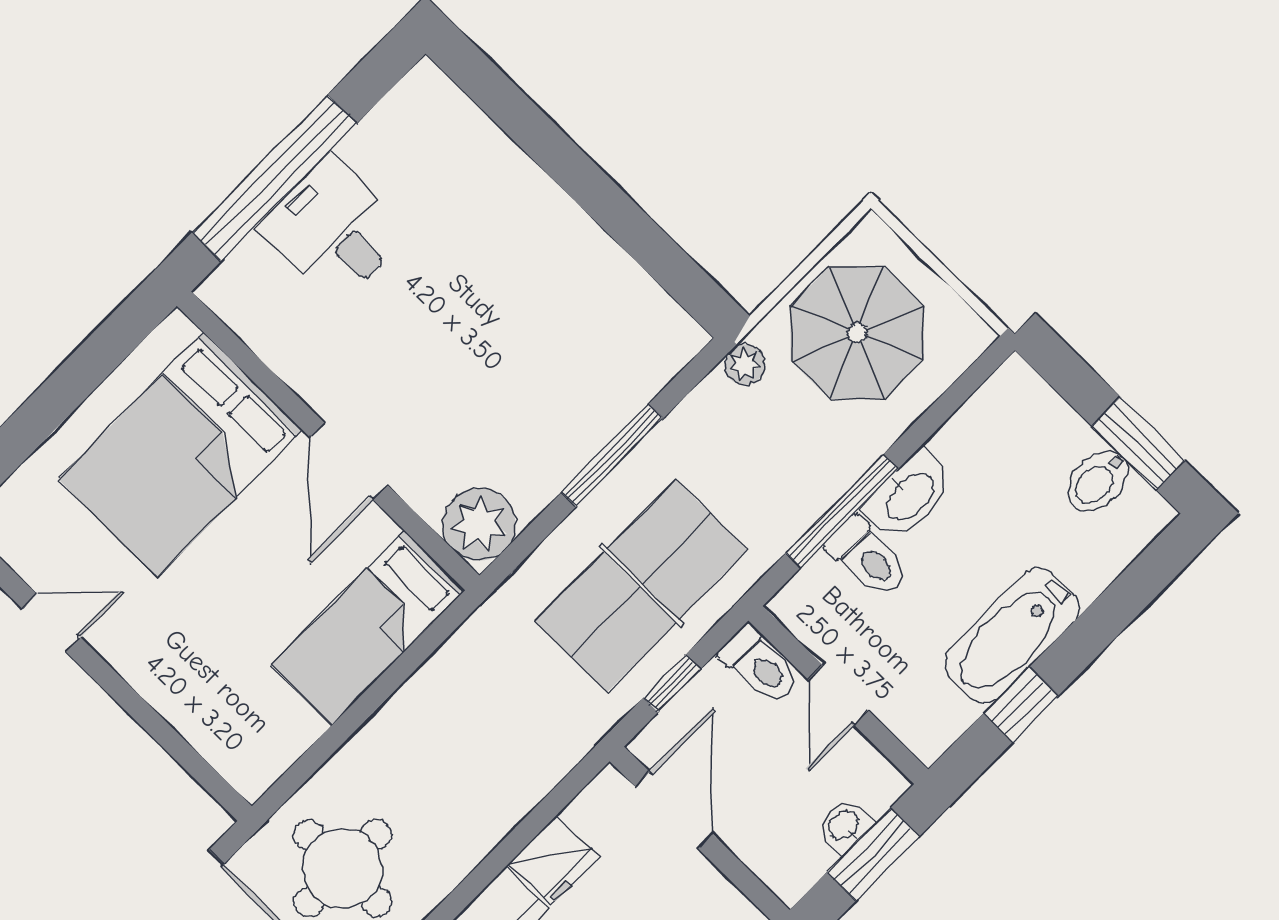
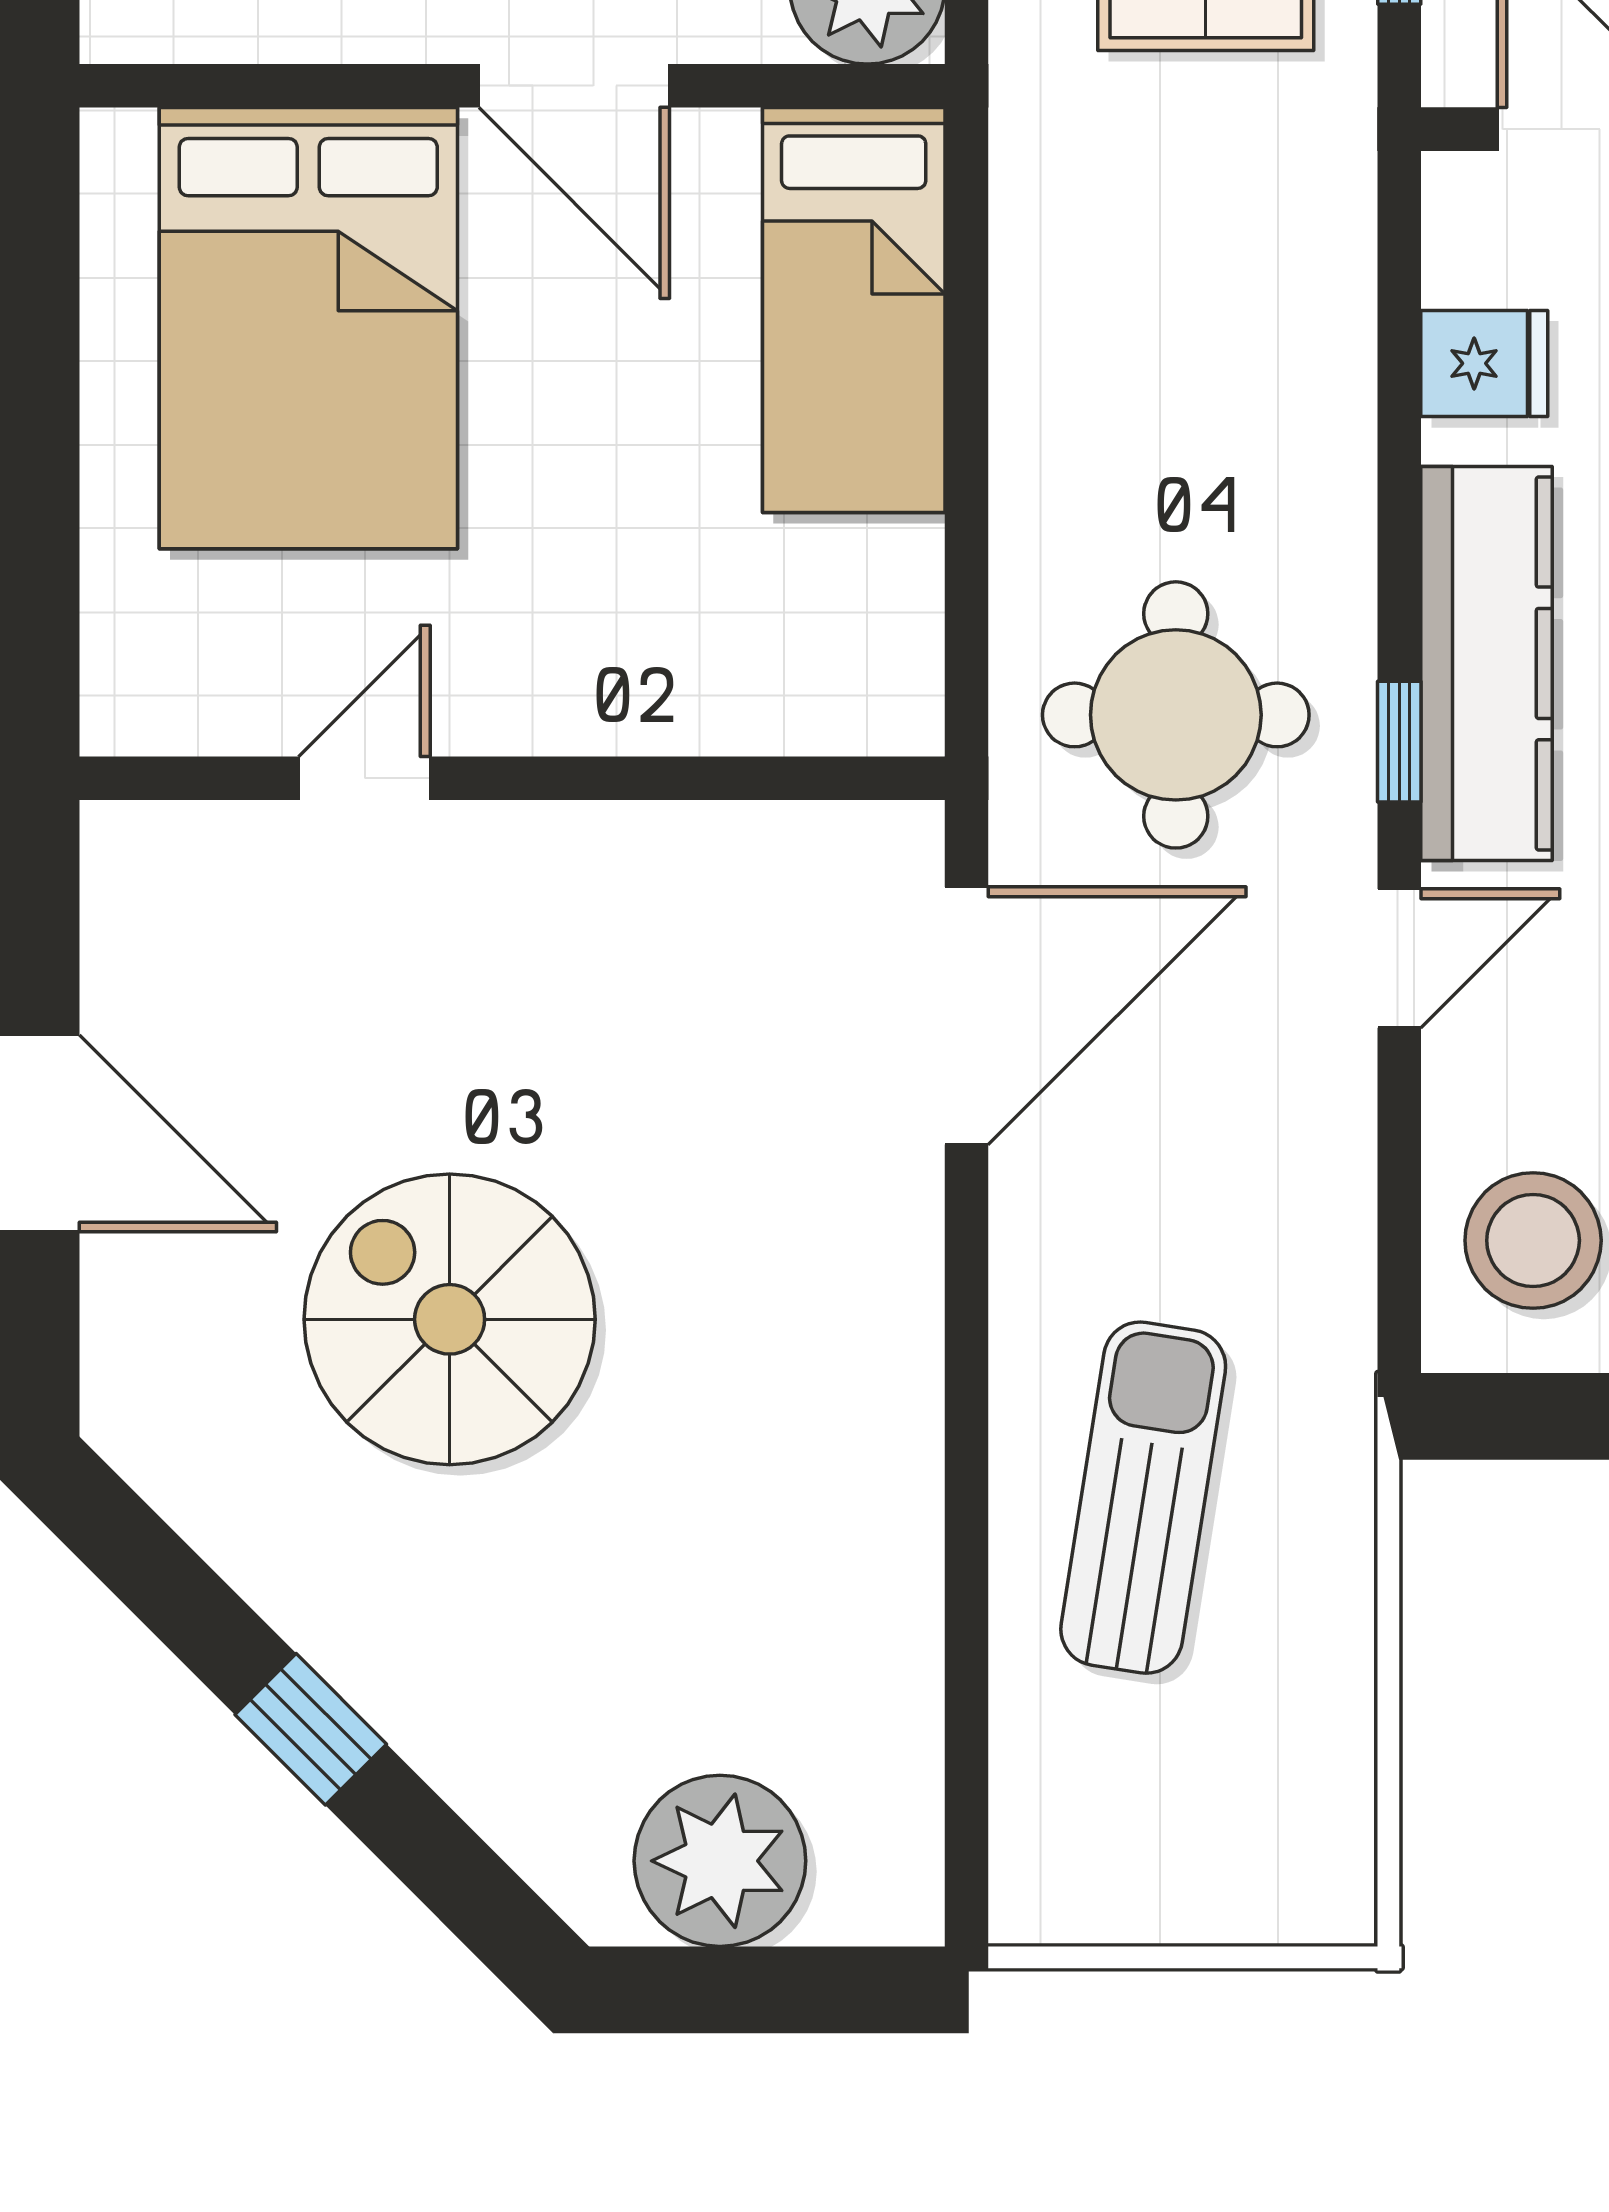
fridge: (554, 860) -> (1484, 363), width x0.72

